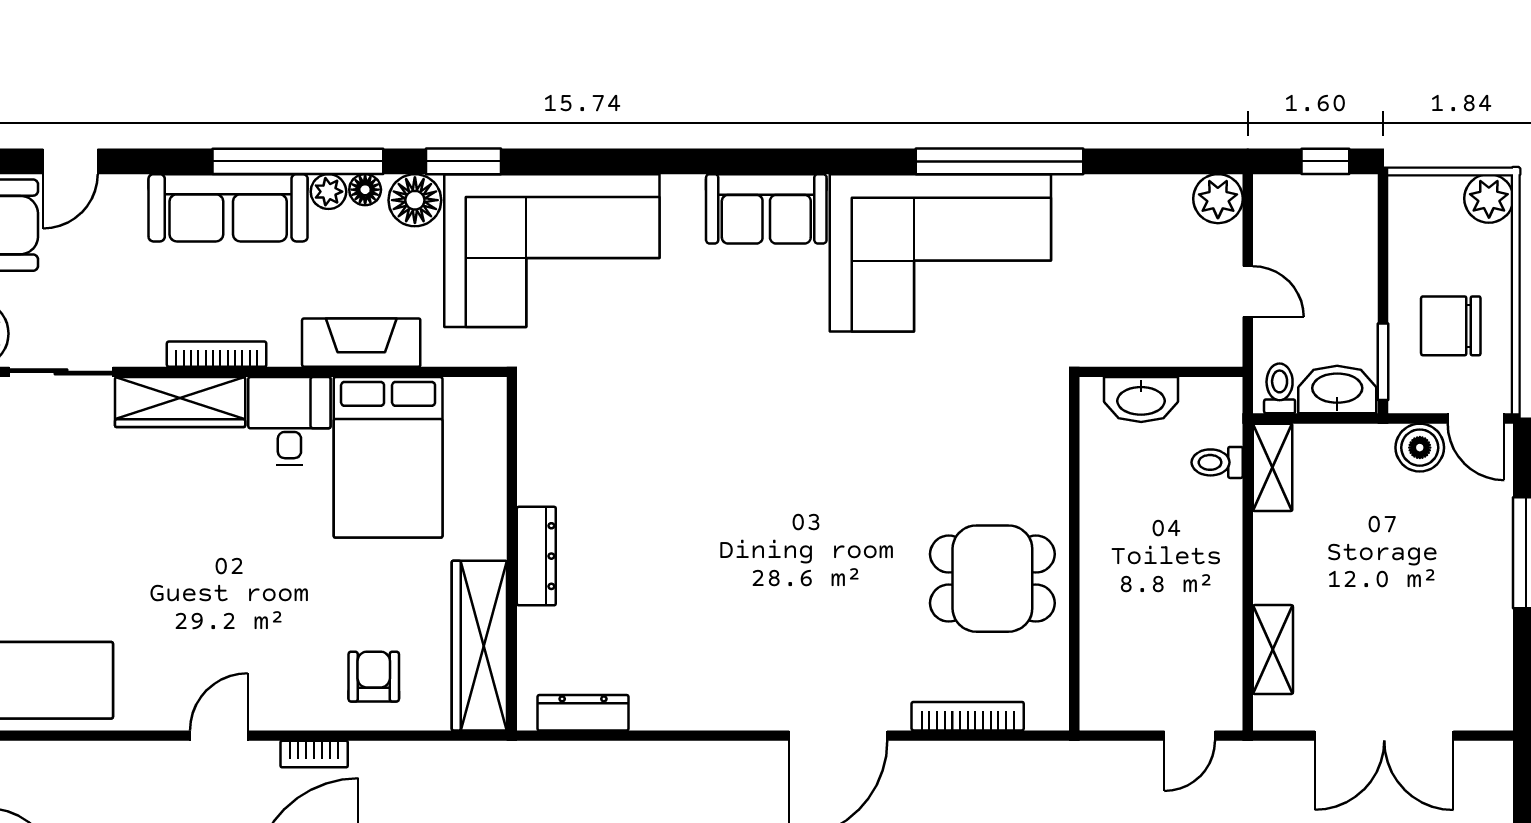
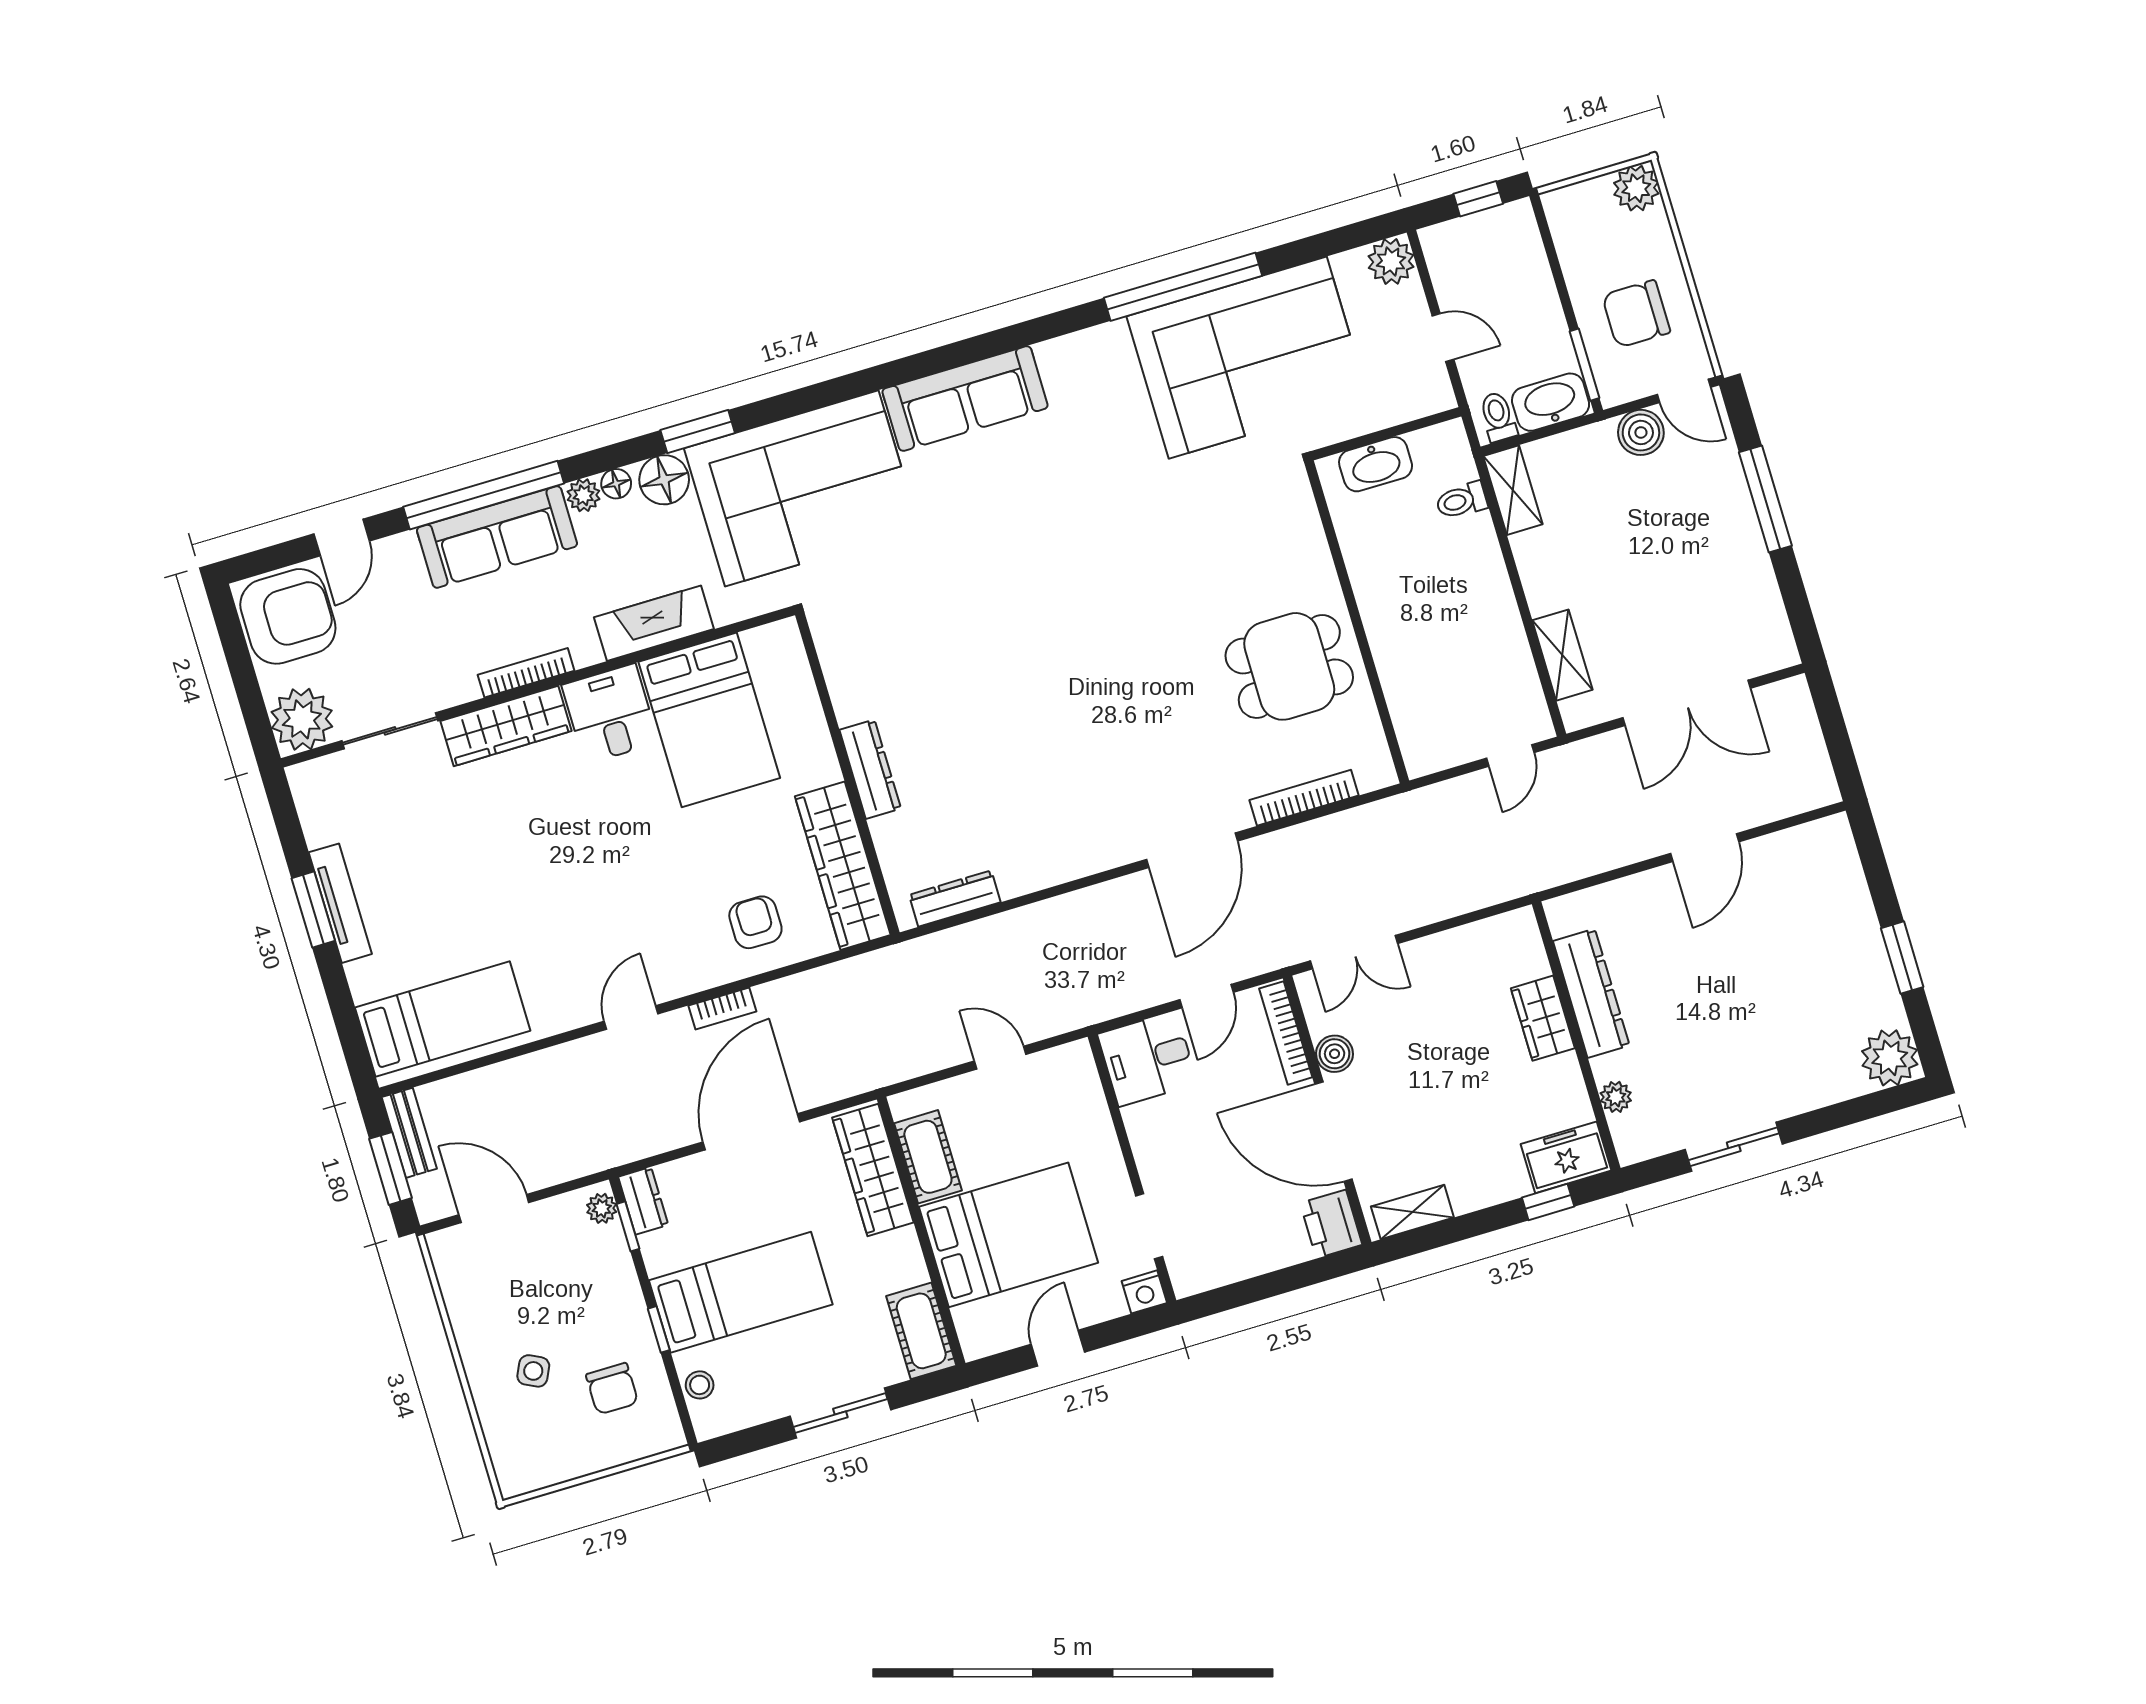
window: (298, 161) -> (484, 495), moved
sofa: (766, 209) -> (965, 399), width x1.36
corner sofa: (940, 253) -> (1248, 358), moved

